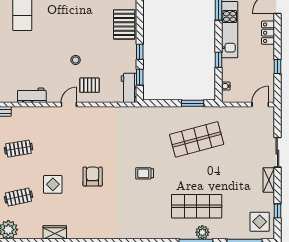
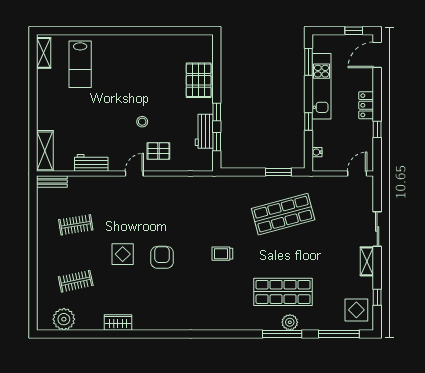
locker: (268, 33) -> (366, 105), moved
workbench: (129, 88) -> (204, 131), moved
display table: (53, 184) -> (123, 254), moved

